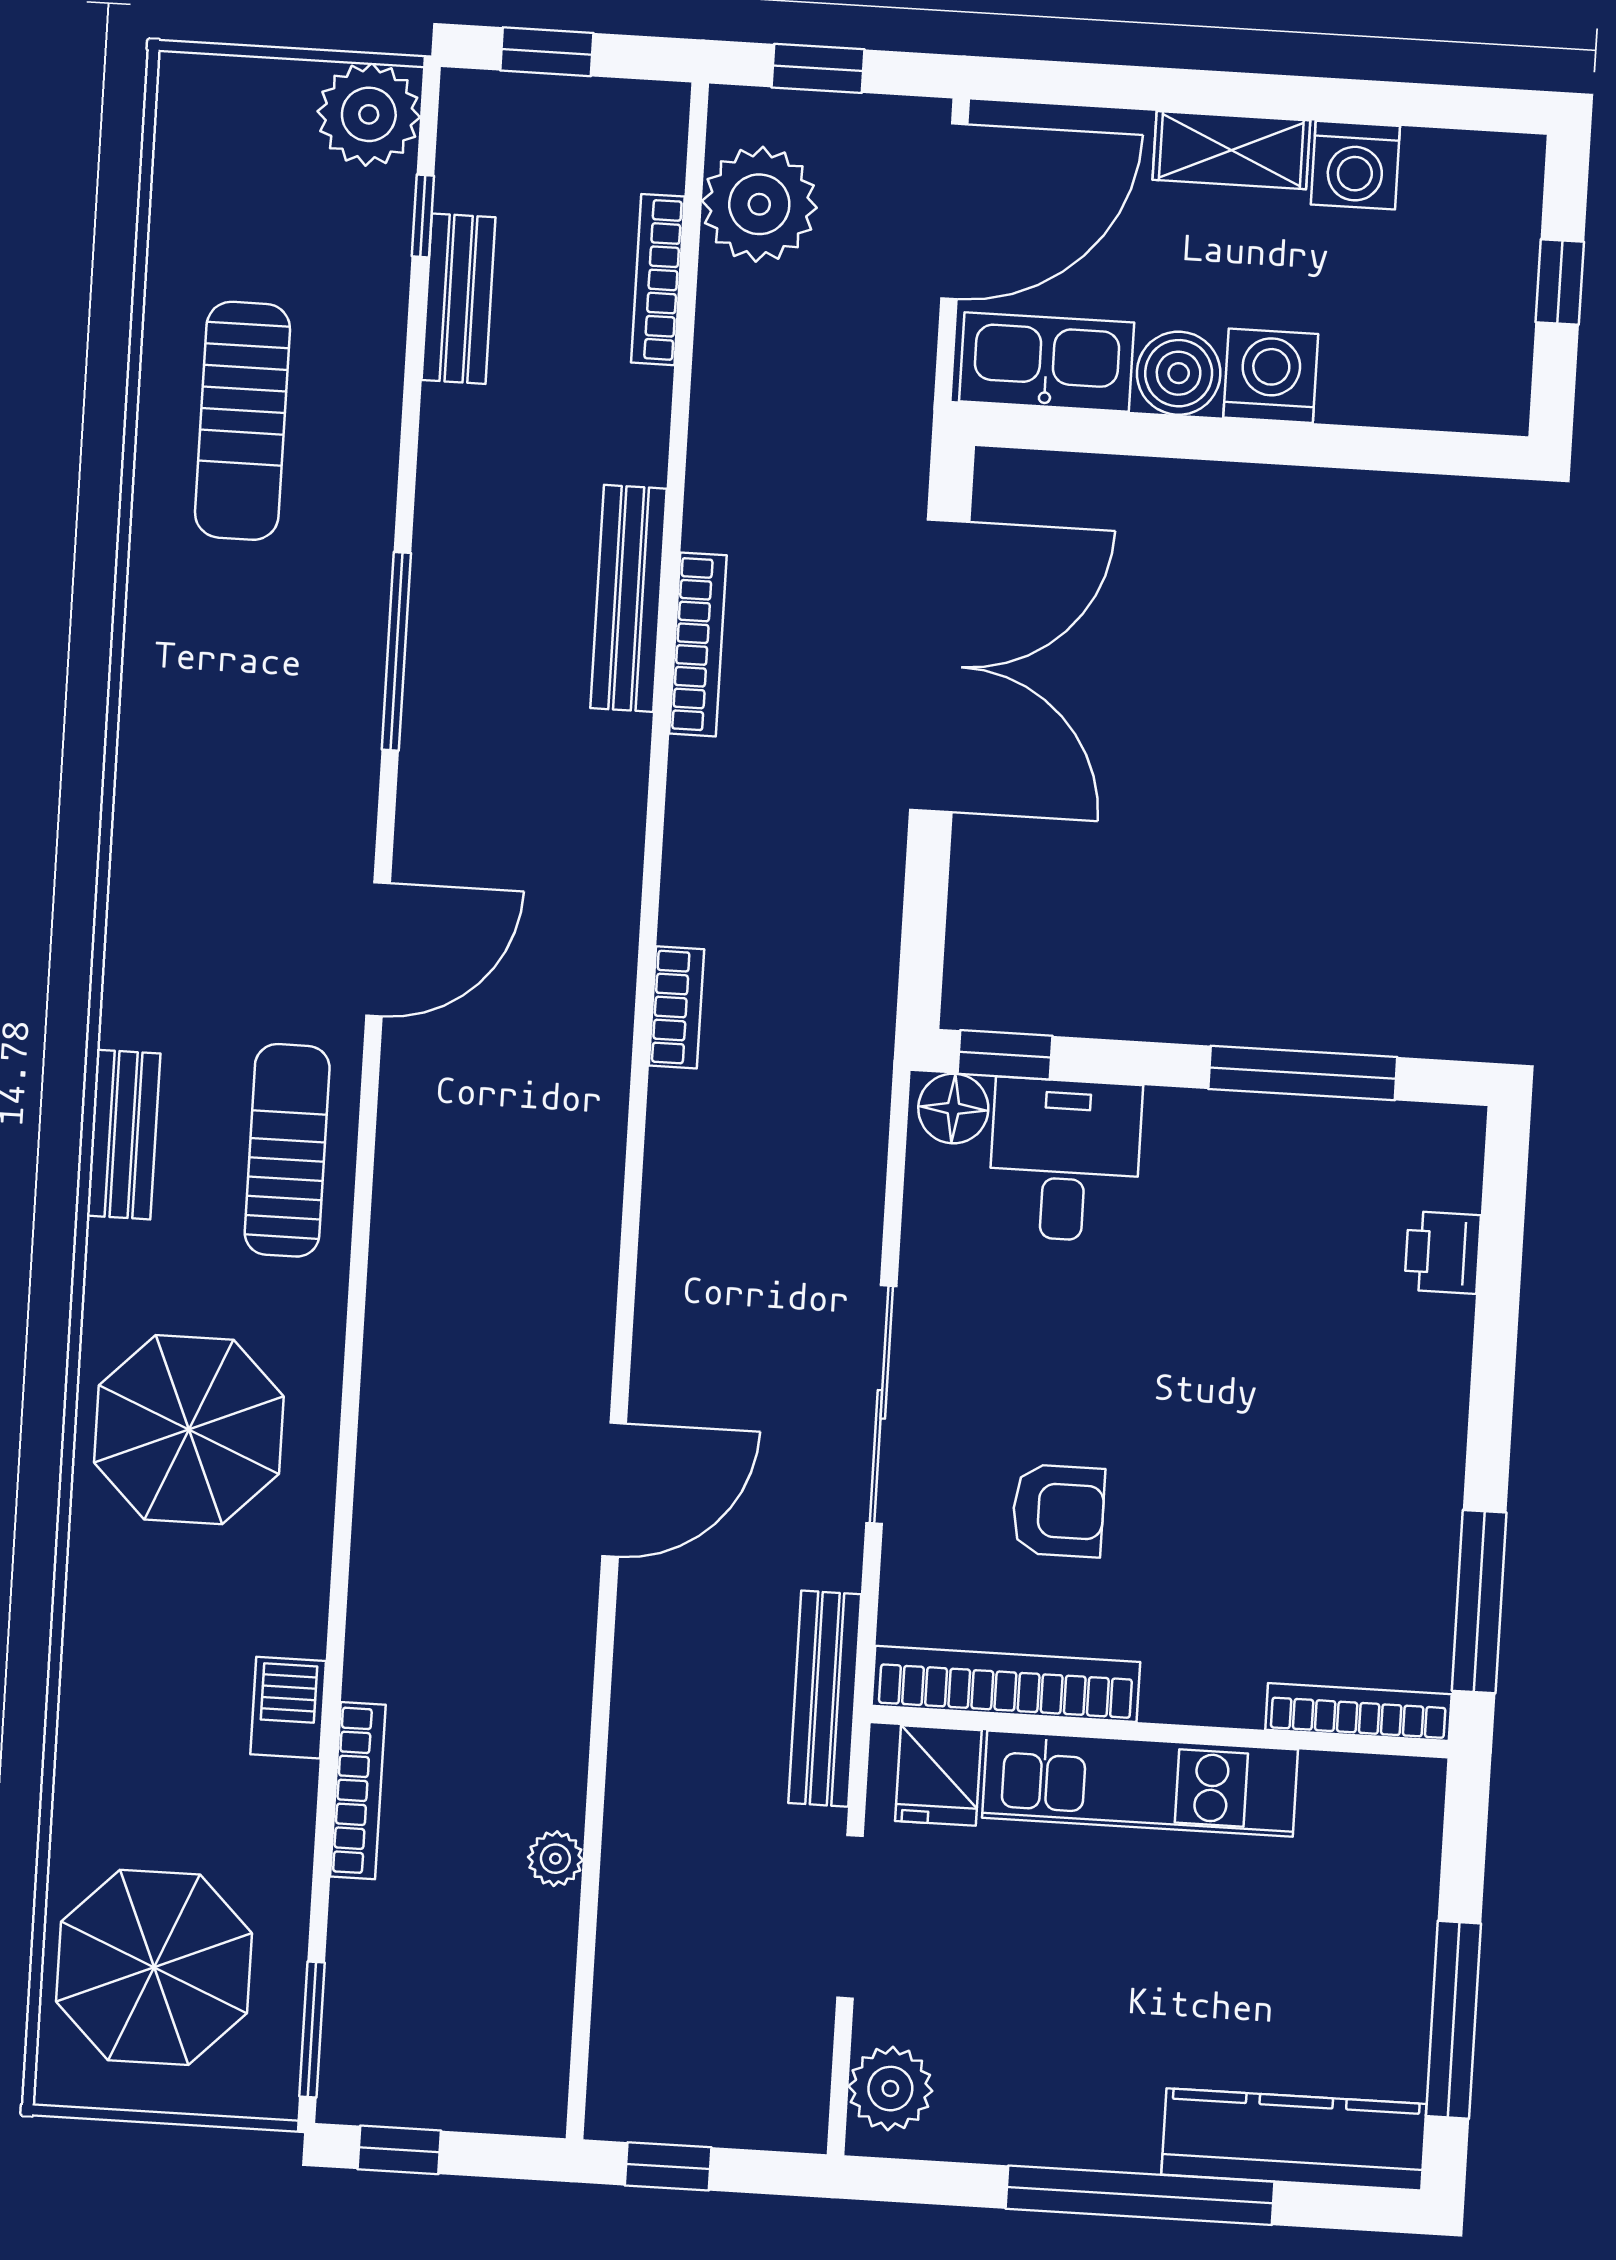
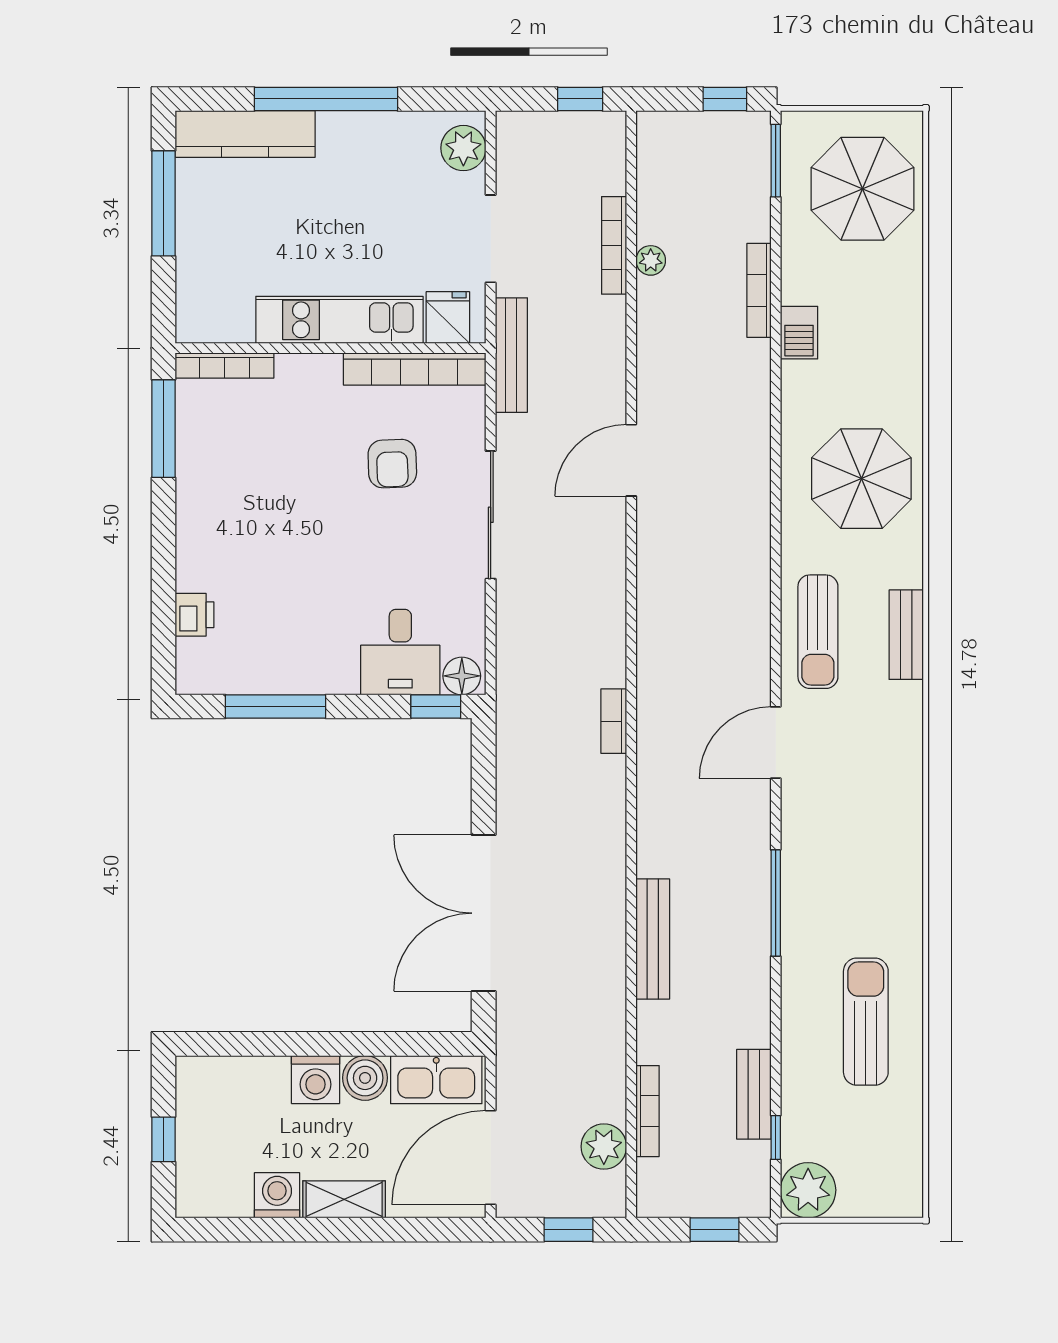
plant: (759, 204) -> (604, 1147), width x0.73, depth x0.73
bookcase: (698, 644) -> (614, 245), moved
armchair: (1058, 1511) -> (392, 464), turned -92

